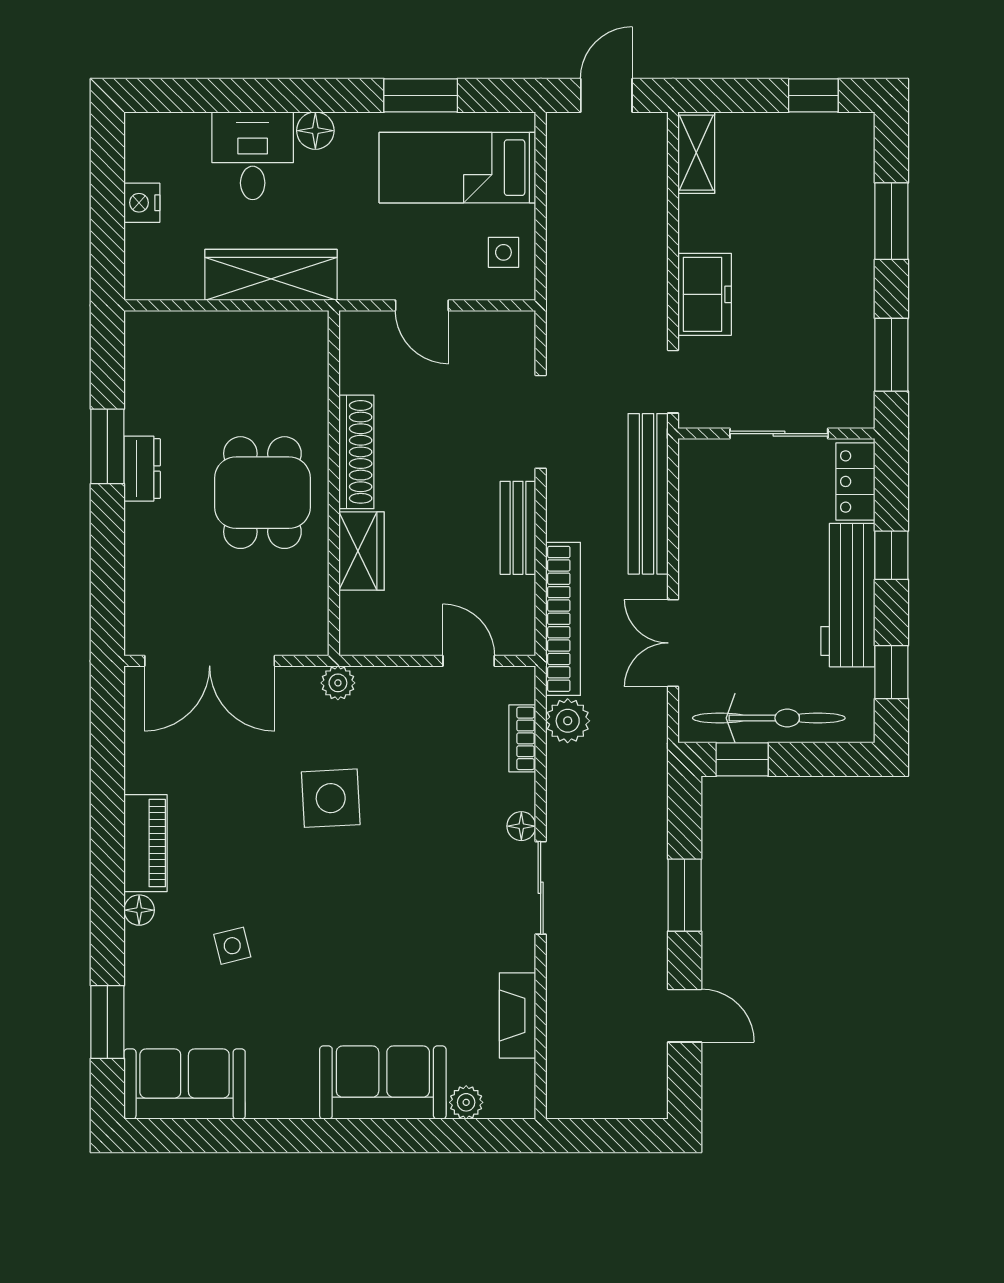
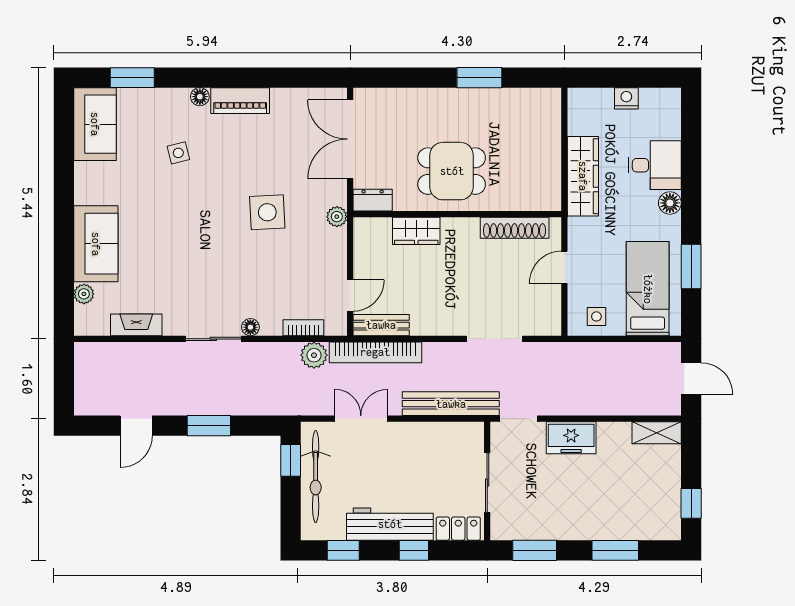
shoe rack: (356, 452) -> (515, 228), moved
dresser: (142, 469) -> (373, 200), moved, turned 180
bench: (518, 528) -> (381, 325), moved

